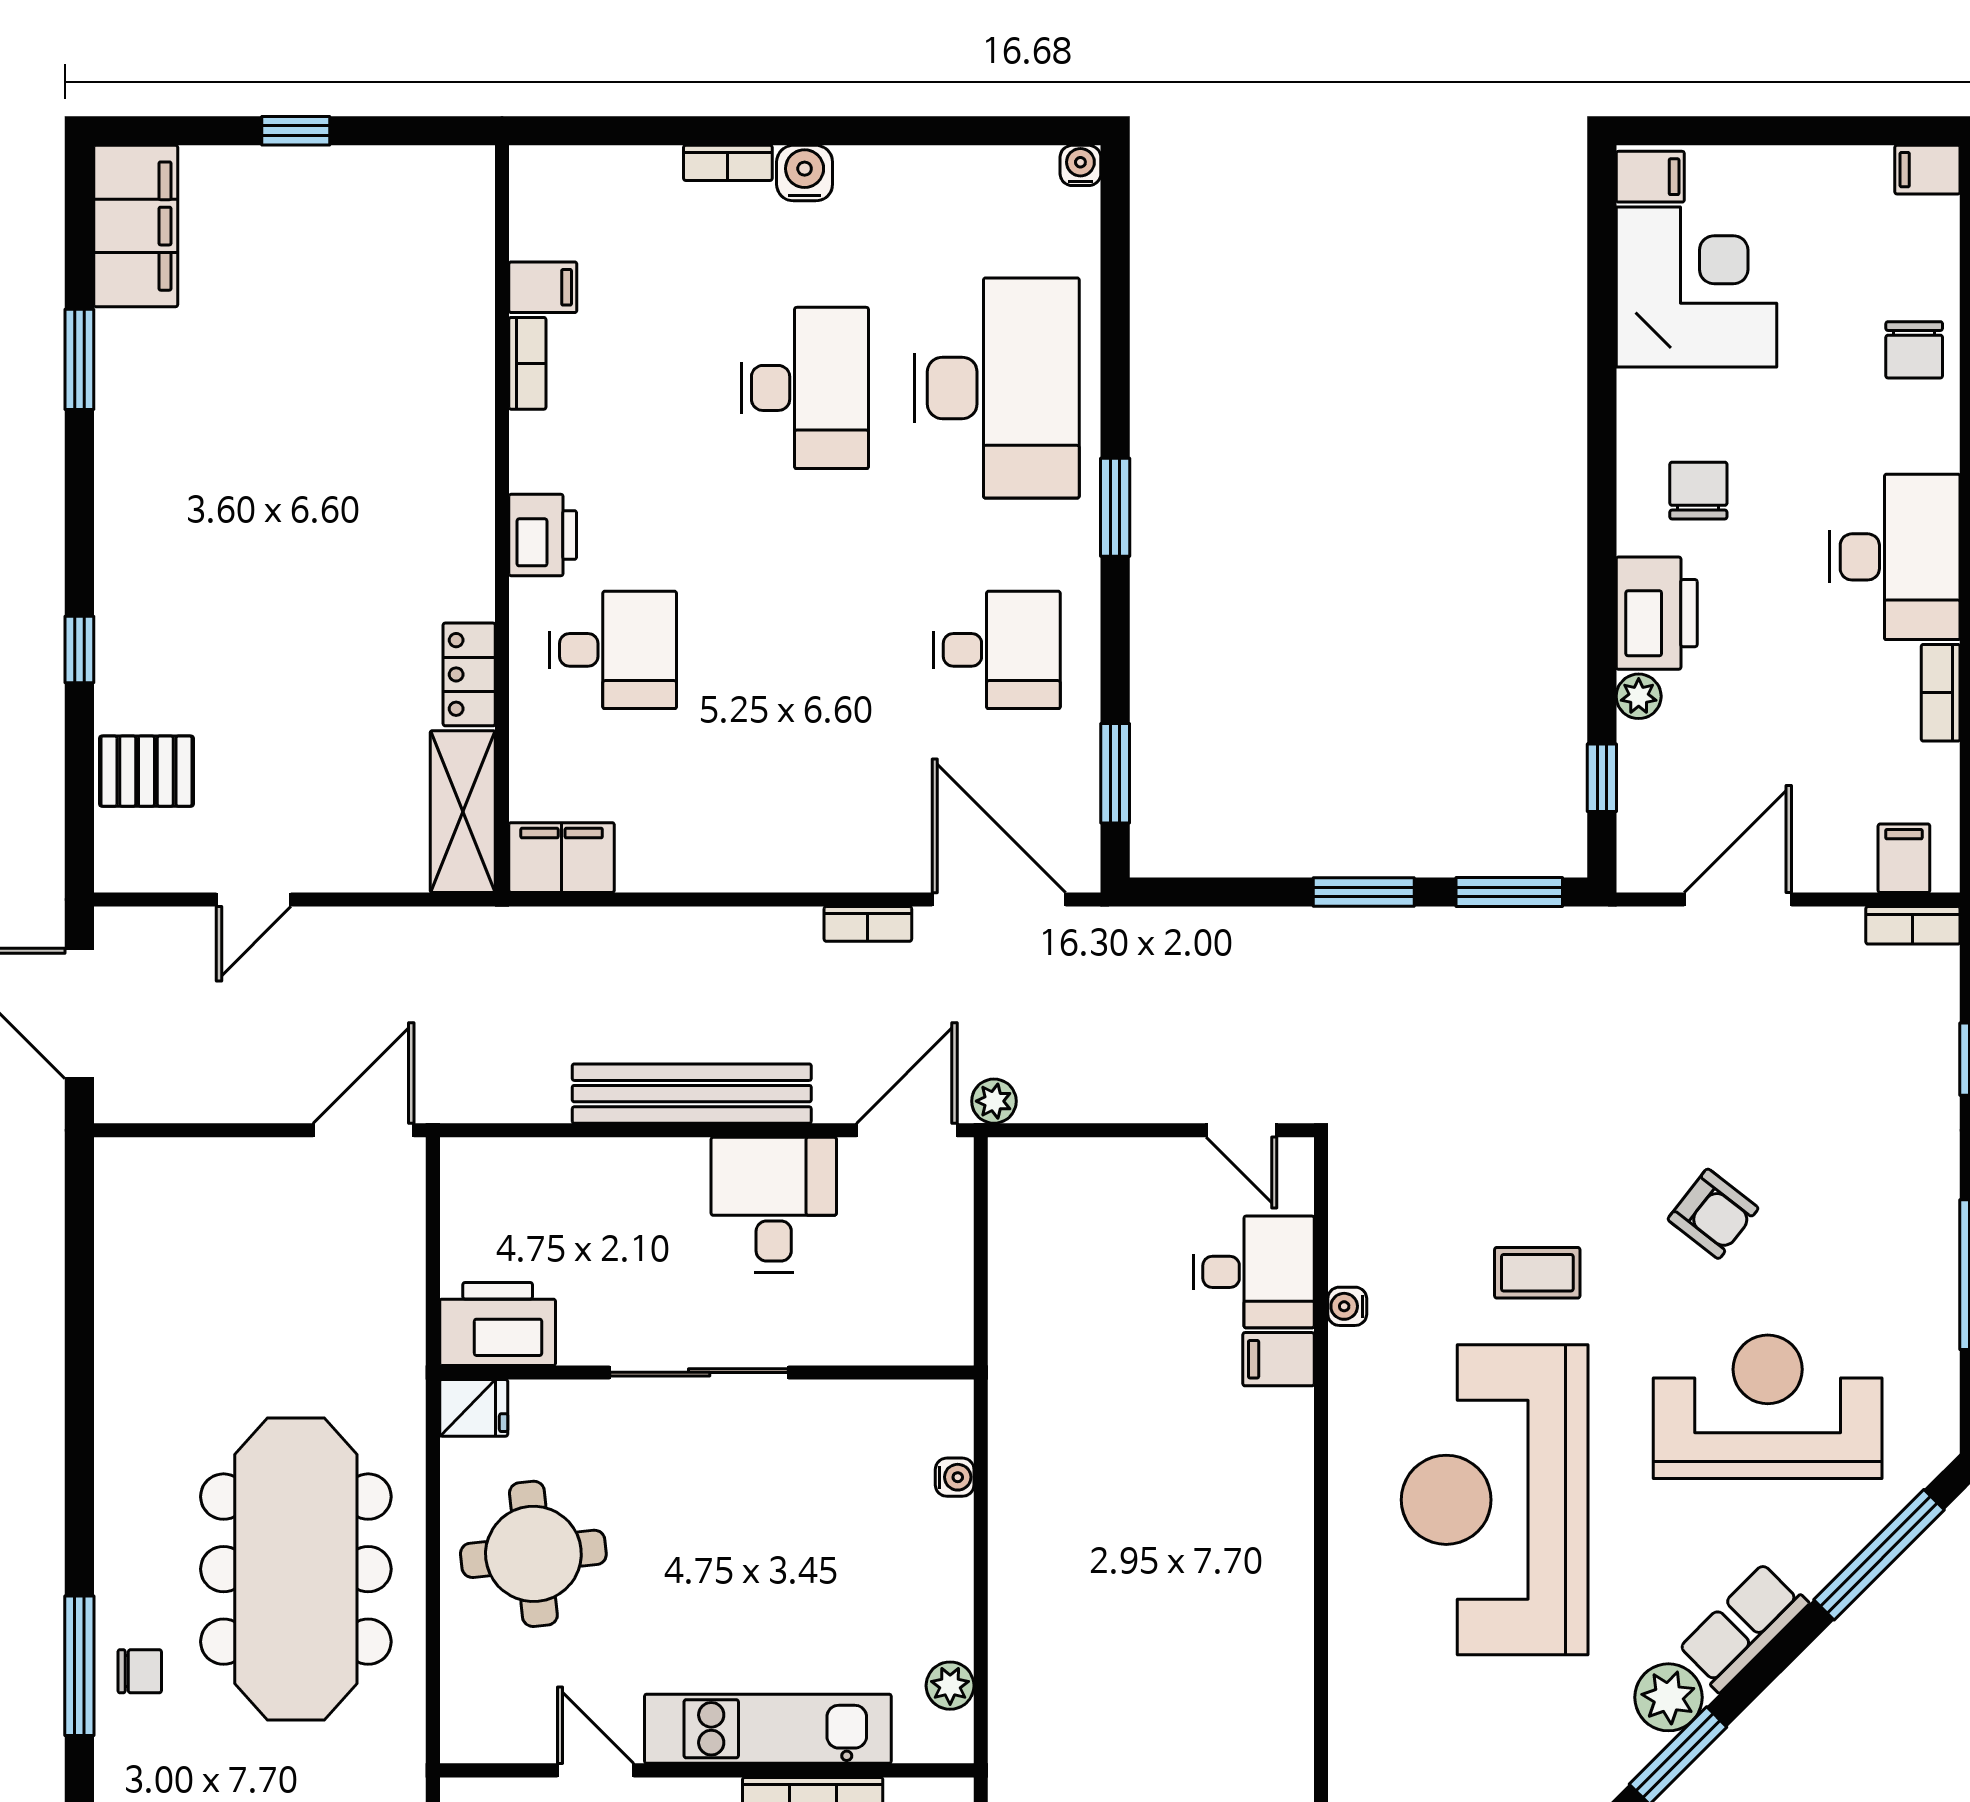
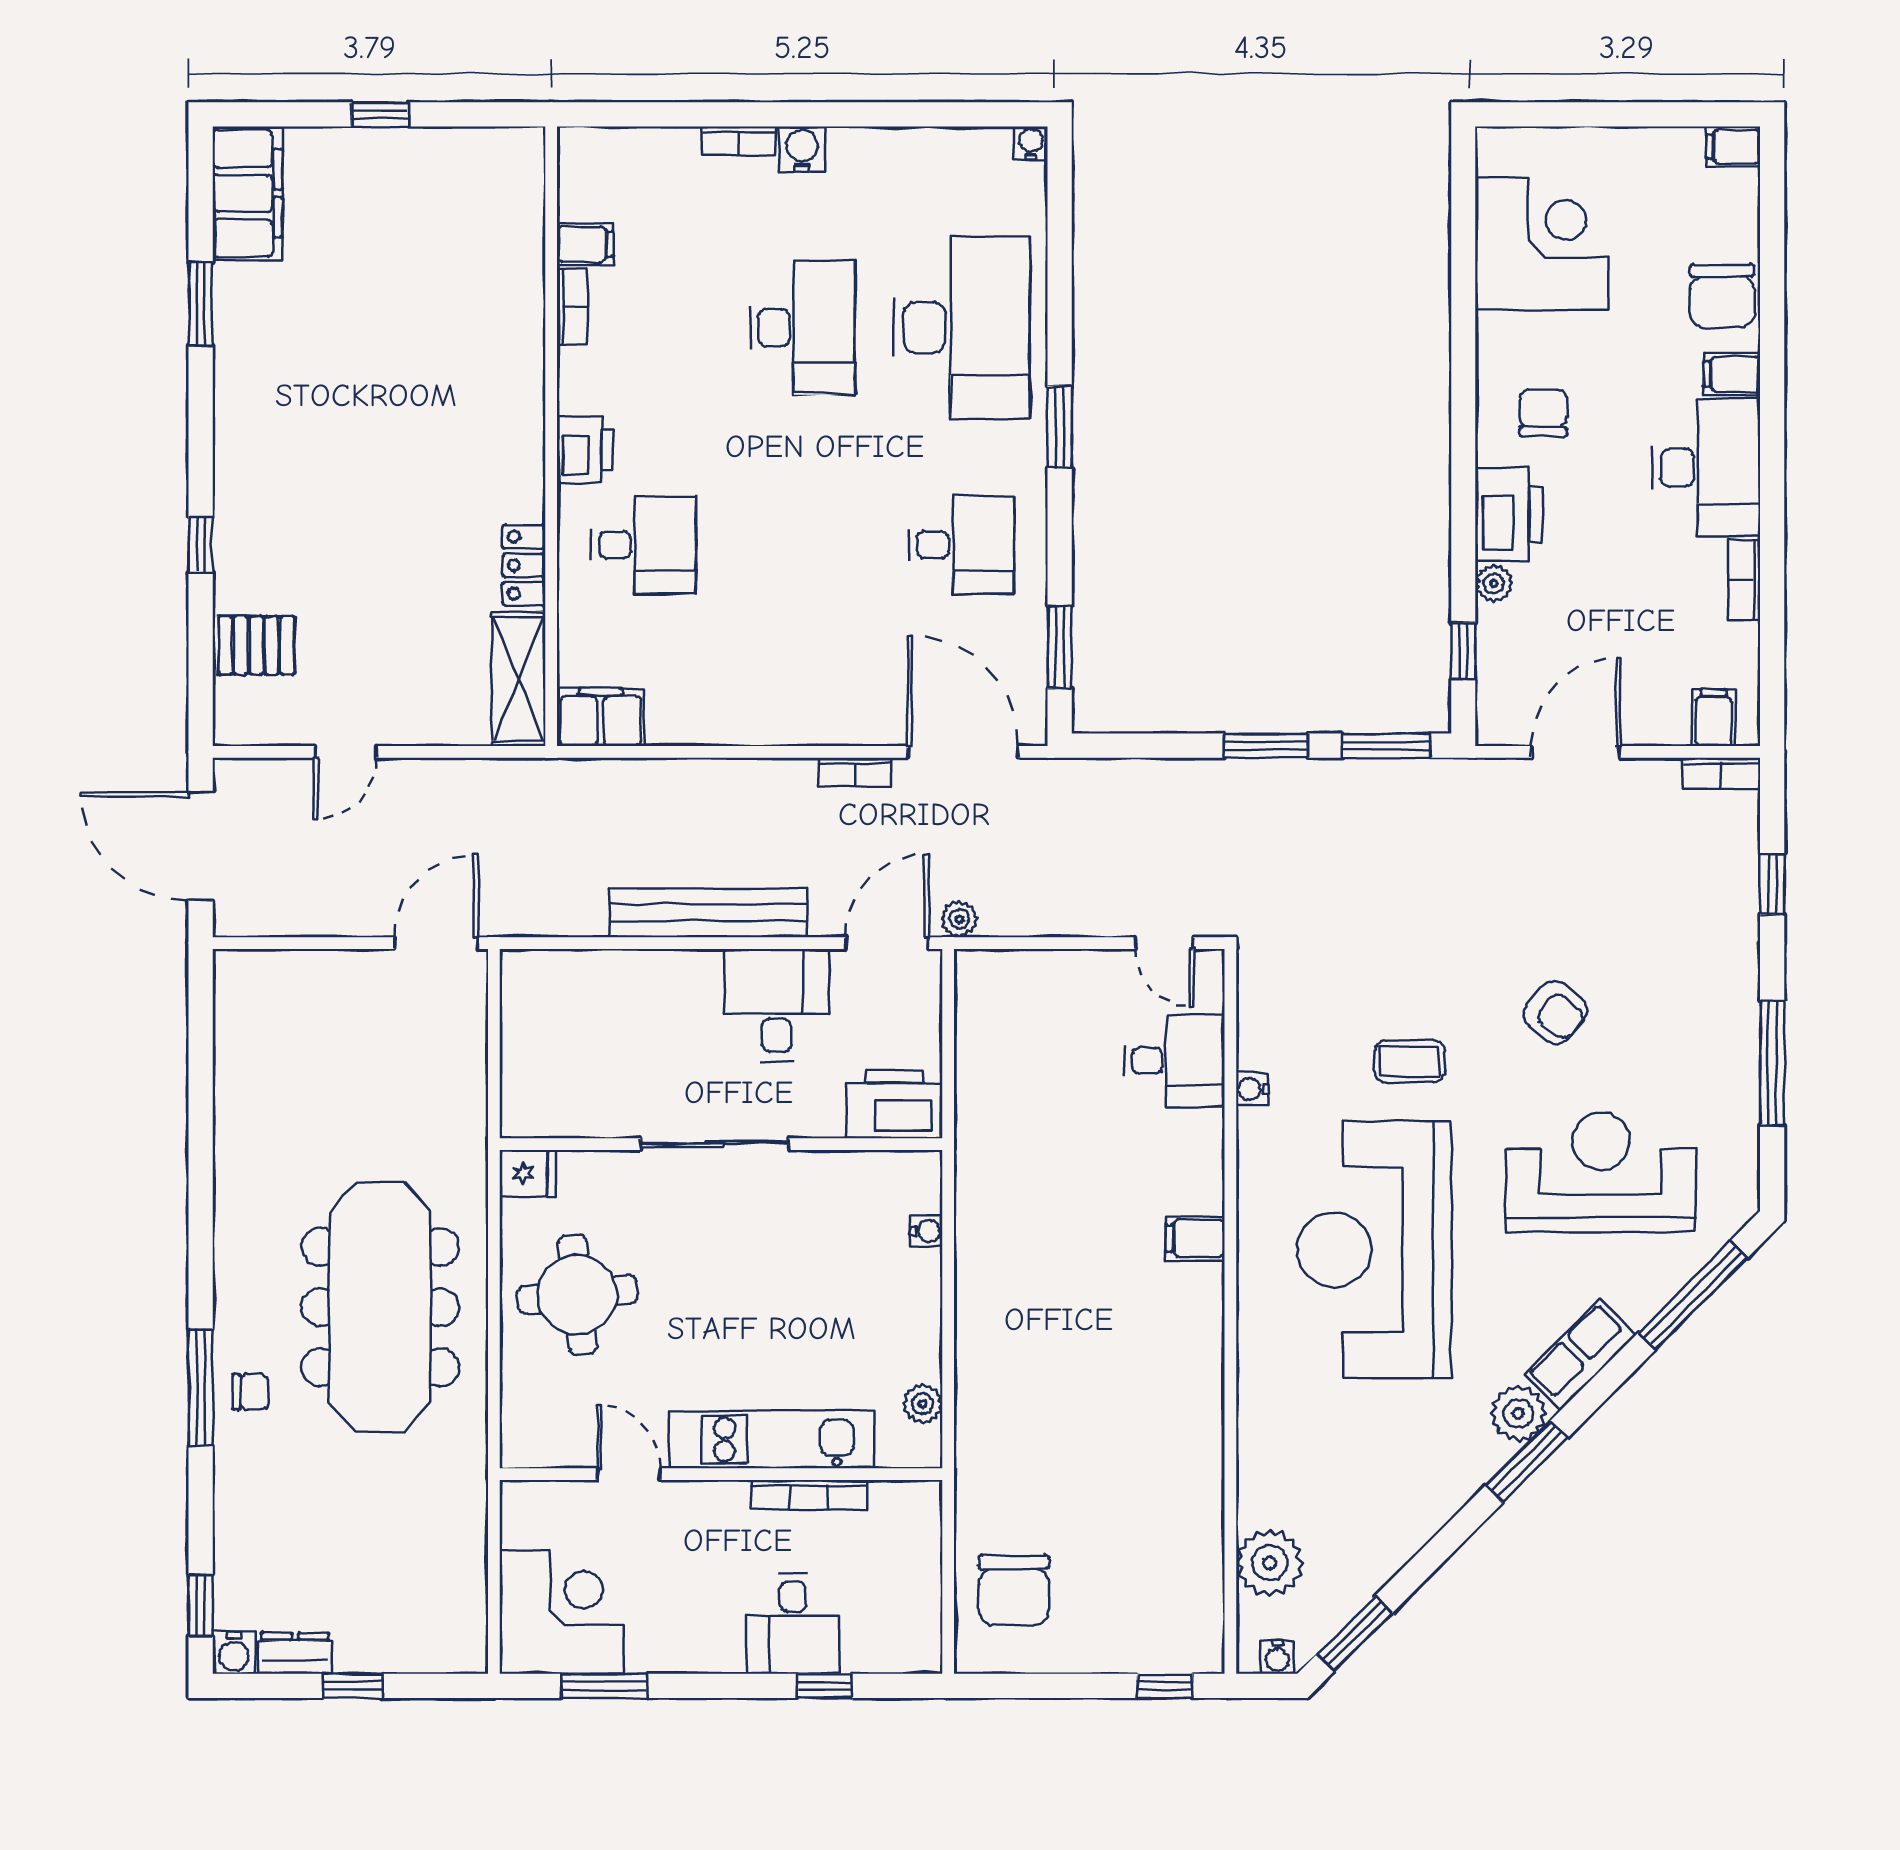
filing cabinet: (1650, 177) -> (1732, 374), moved, turned 180
chair: (1914, 350) -> (1722, 296), width x1.37, depth x1.37
printer: (498, 1324) -> (894, 1104), moved
filing cabinet: (1278, 1359) -> (1195, 1238), moved

